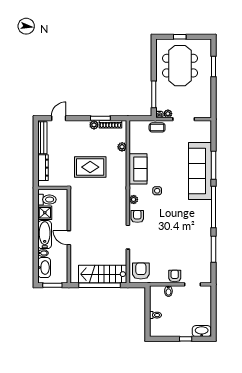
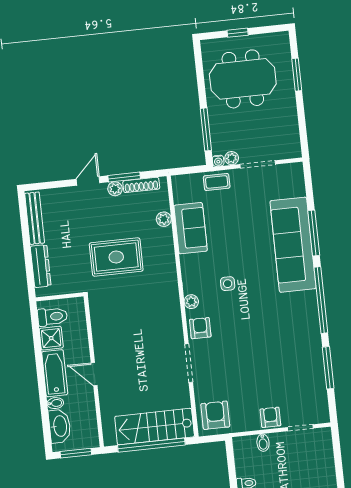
meeting table: (180, 66) -> (243, 79), turned 90
door: (59, 118) -> (88, 181), moved
sofa: (138, 169) -> (191, 228), moved

